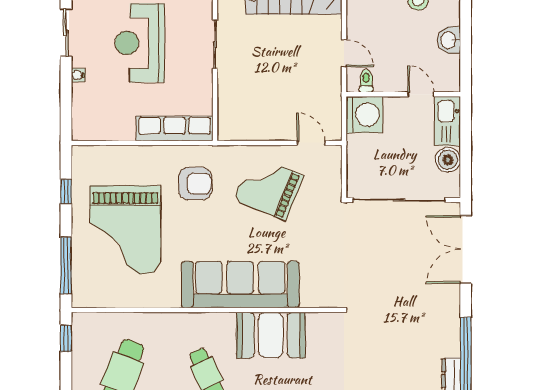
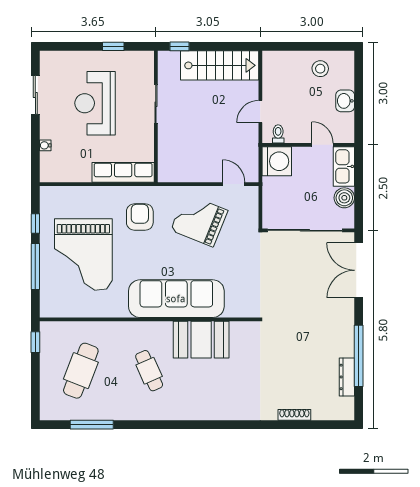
door: (344, 53) -> (260, 112), swing flipped
water cooler: (78, 75) -> (45, 145), moved
armchair: (195, 184) -> (140, 217), turned -90
window: (66, 265) -> (35, 267), moved

